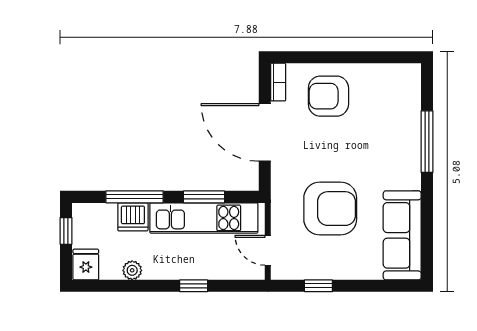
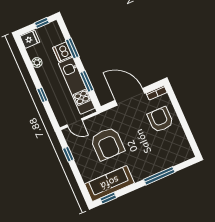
door: (265, 132) -> (130, 97), hinge flipped
window: (134, 197) -> (72, 48), width x0.69
window: (427, 249) -> (108, 198), added
door: (268, 250) -> (75, 123), swing flipped

